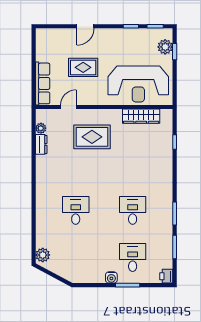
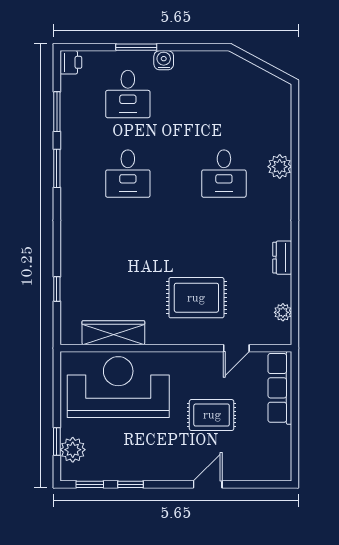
dresser: (41, 144) -> (282, 258), moved
plant: (43, 255) -> (280, 167), moved

